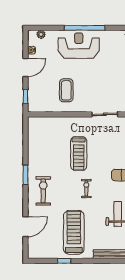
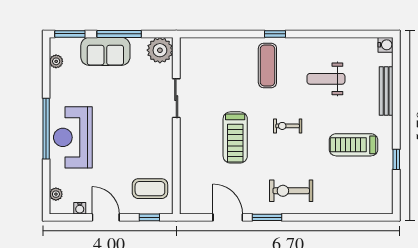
coffee table: (66, 90) -> (150, 189), moved
treadmill: (79, 154) -> (235, 137), turned 90
door: (25, 227) -> (228, 217), moved
treadmill: (74, 232) -> (354, 145), width x0.73, depth x0.73

